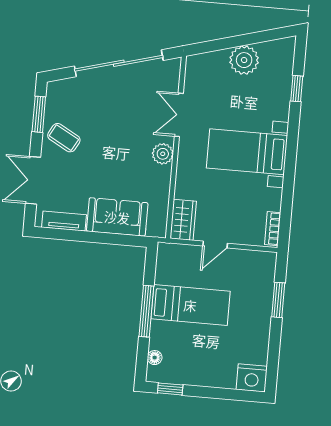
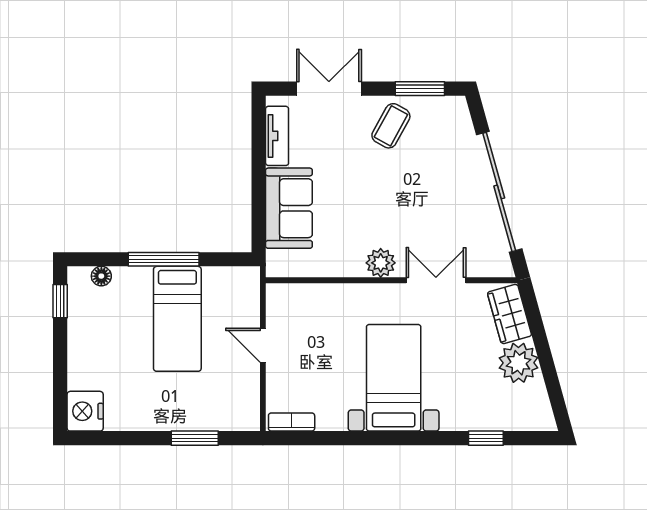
wardrobe: (183, 220) -> (509, 314), moved, turned 74

